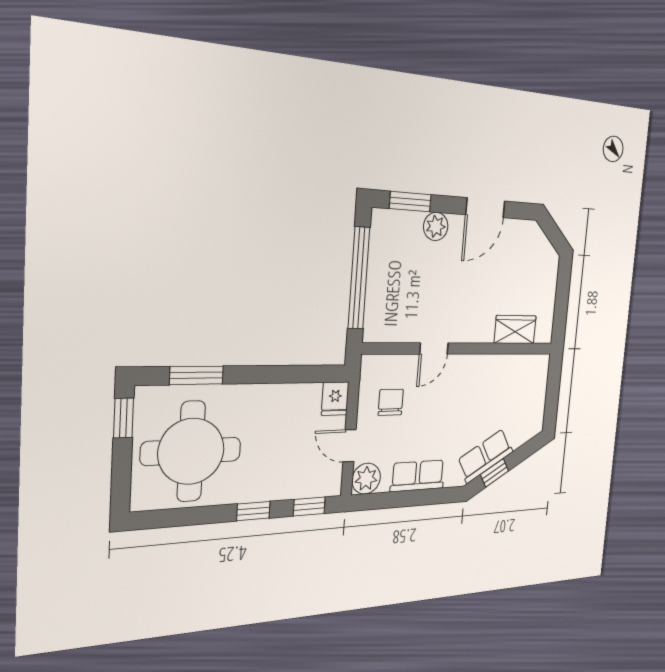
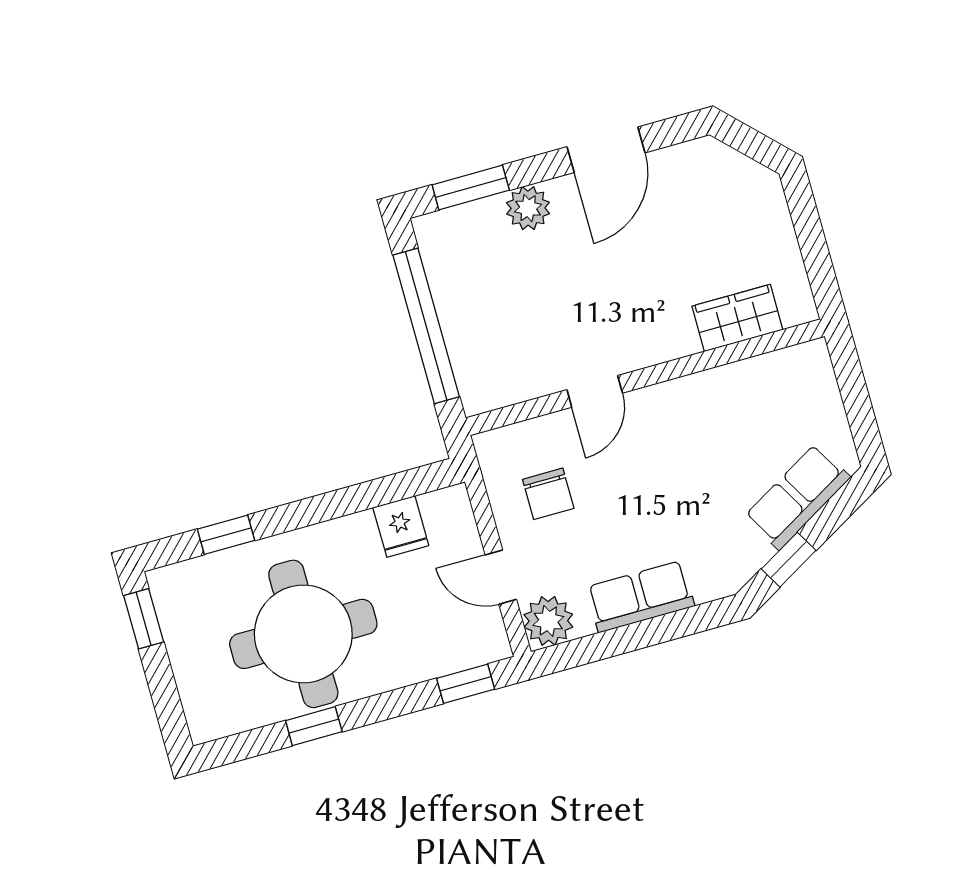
window: (197, 375) -> (226, 535), width x0.67
fridge: (335, 399) -> (401, 526), moved
chair: (391, 402) -> (548, 494), turned 180
round table: (191, 451) -> (303, 634), moved
row of seats: (485, 456) -> (797, 497), moved
window: (253, 511) -> (314, 726), moved

